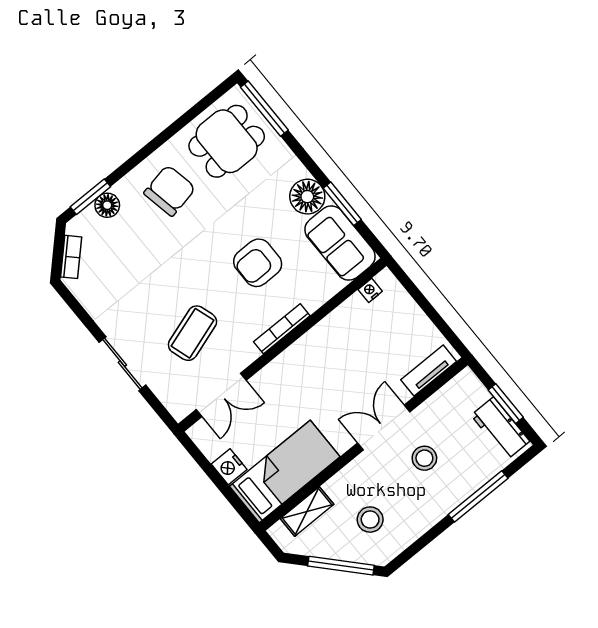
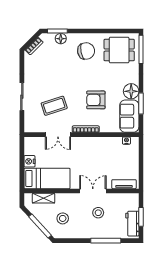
double door: (221, 395) -> (58, 135), moved

